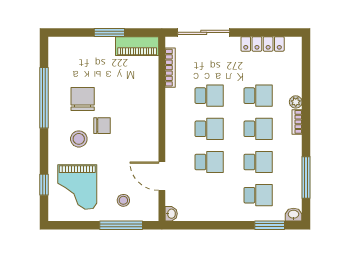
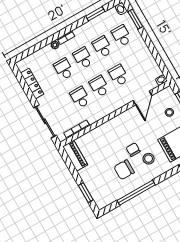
window: (109, 32) -> (86, 193), moved
window: (306, 177) -> (95, 14), width x0.69

